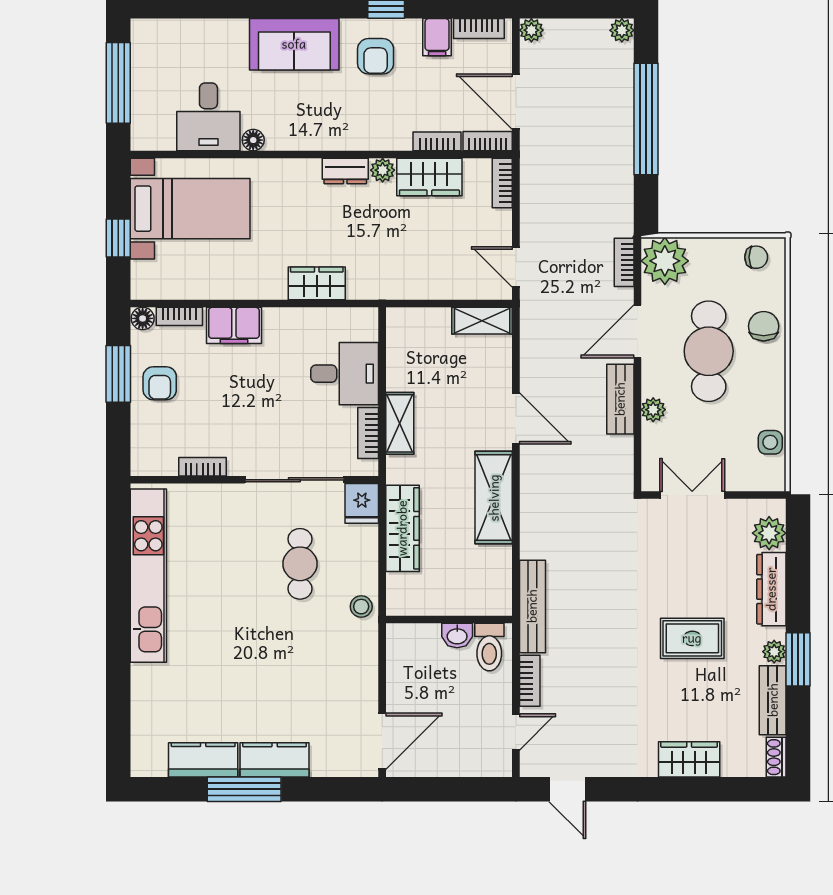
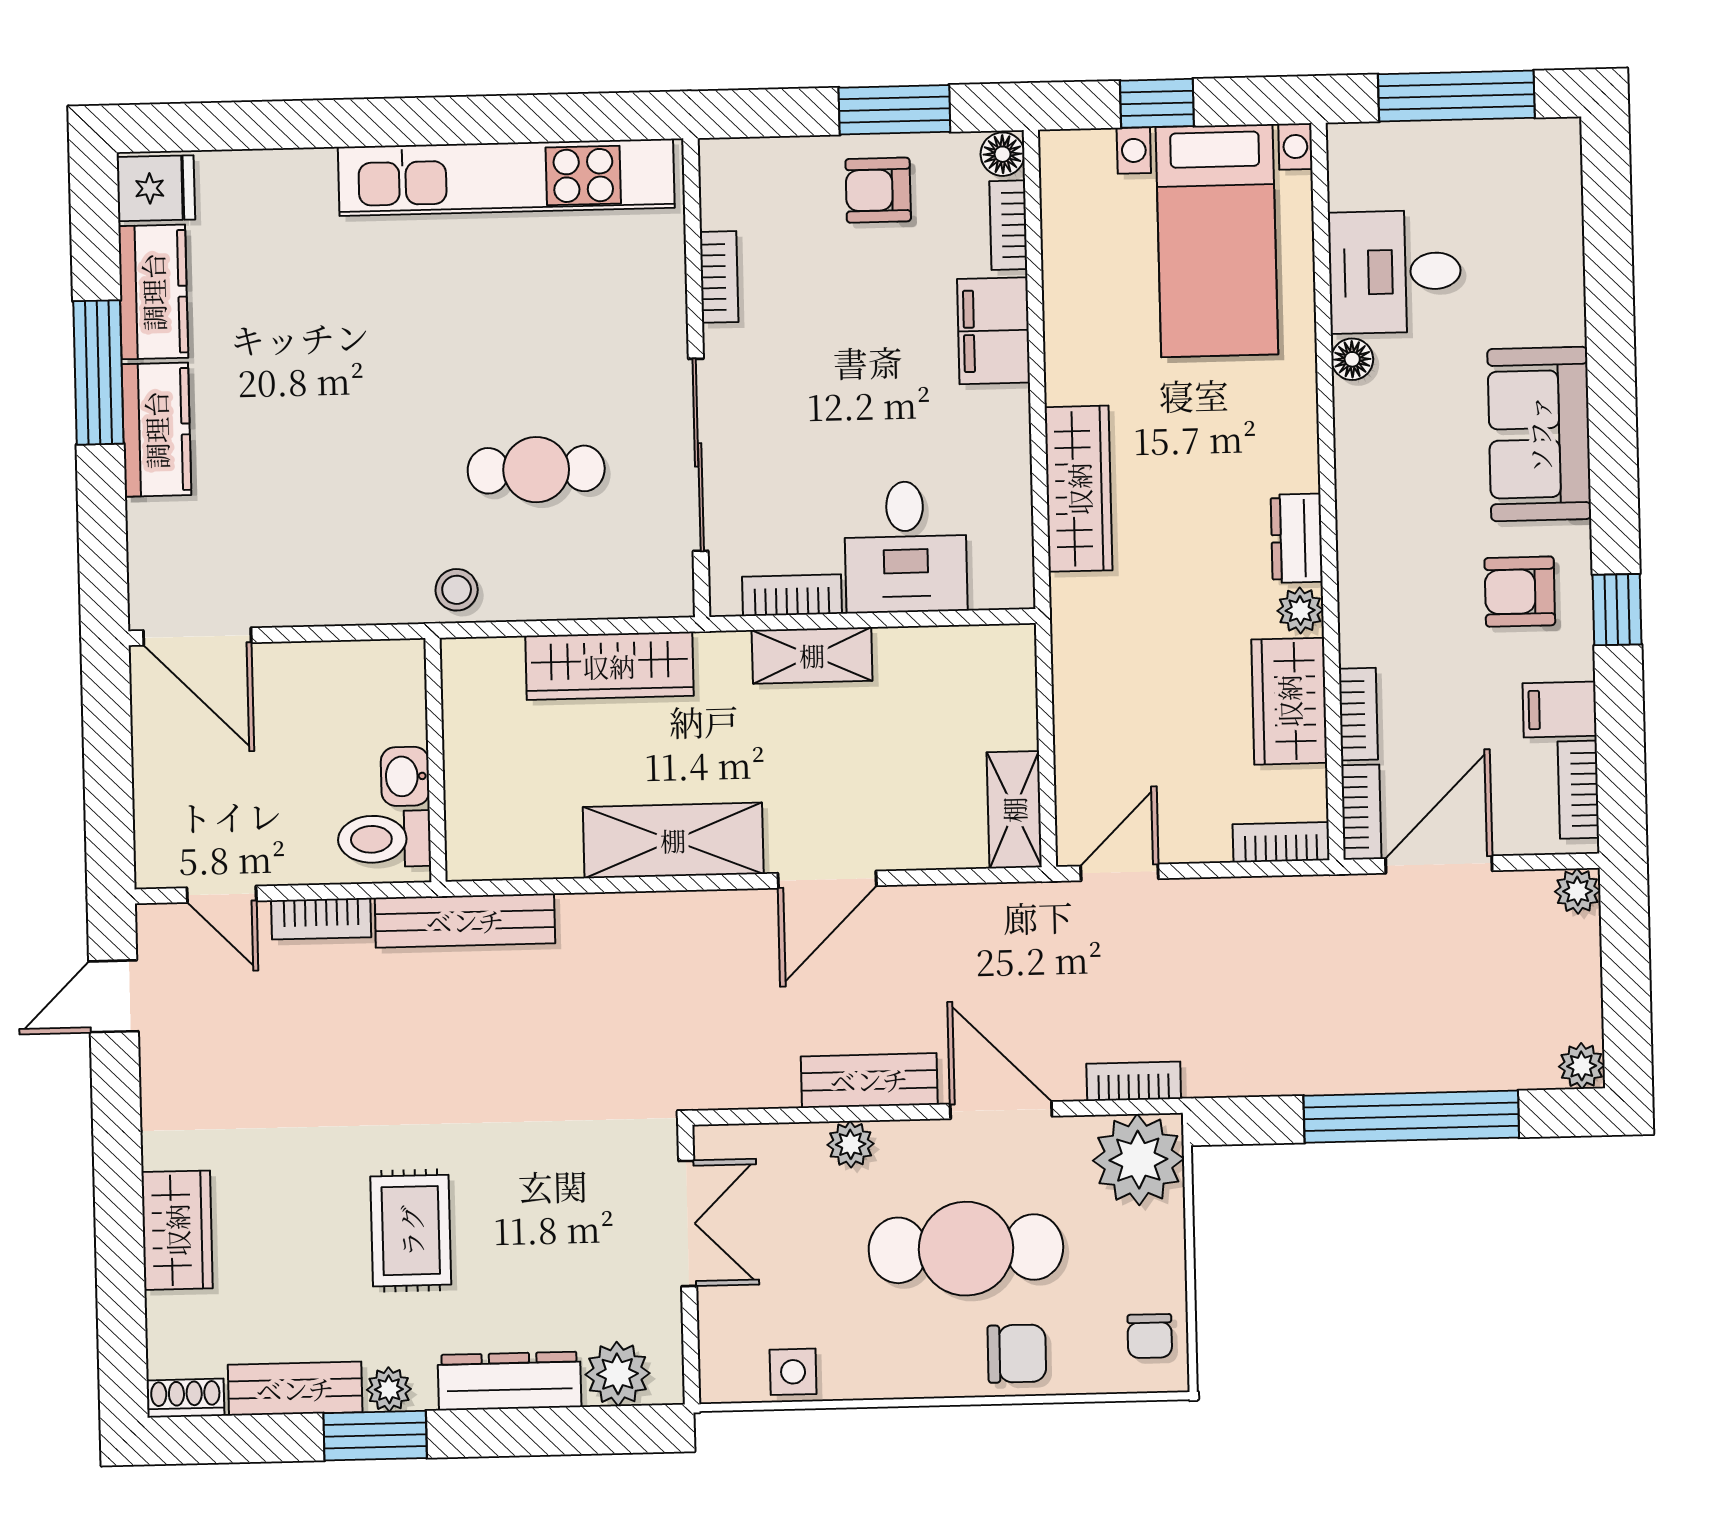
wardrobe: (317, 283) -> (1079, 489), width x1.50
fridge: (362, 503) -> (156, 188), moved, turned 180

